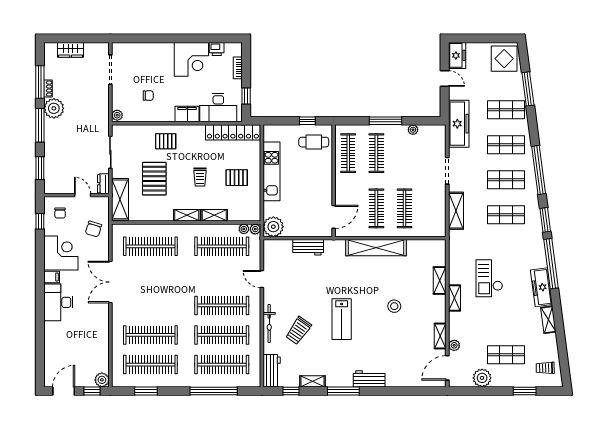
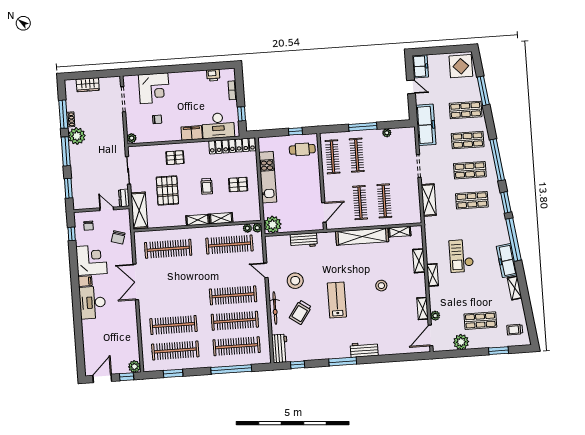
corner desk: (191, 59) -> (154, 88), moved
stool: (295, 293) -> (295, 281), added
lab bench: (342, 319) -> (337, 300), turned 180
shelving: (313, 381) -> (400, 232), moved

